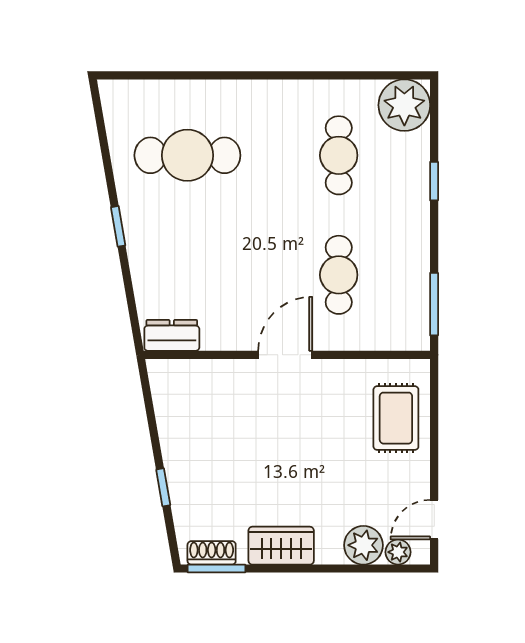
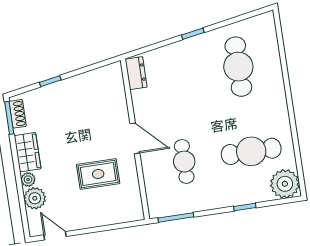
cafe table: (339, 155) -> (251, 151), width x1.37, depth x1.35
cafe table: (339, 275) -> (184, 162), turned 90
rug: (396, 418) -> (98, 174), moved
plant: (398, 552) -> (28, 180), moved

